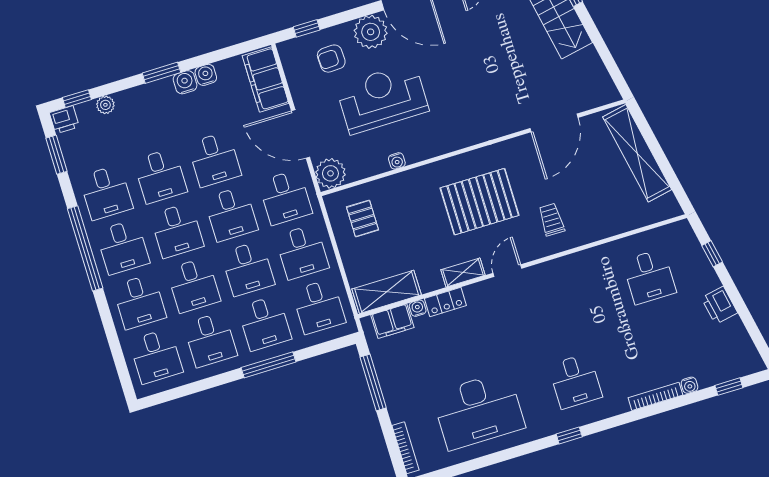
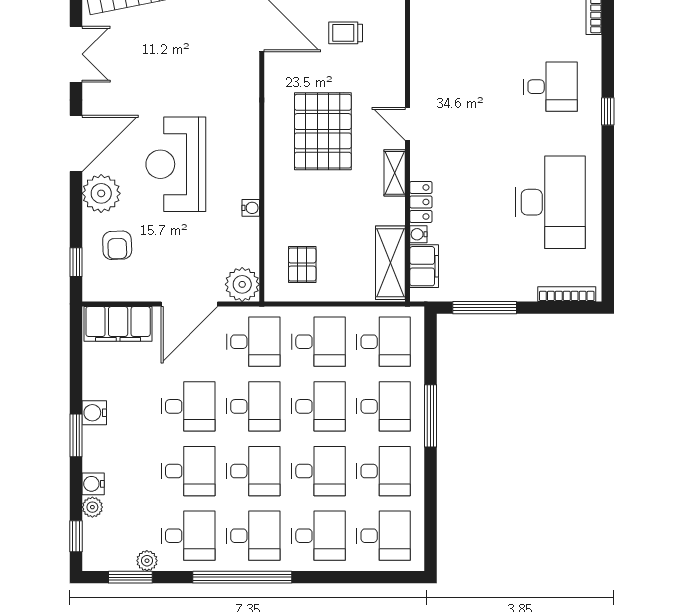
water cooler: (206, 75) -> (93, 484), moved
reception desk: (382, 98) -> (176, 164), moved
printer: (64, 120) -> (95, 557), removed
plant: (75, 164) -> (147, 561), added
pallet: (362, 218) -> (302, 265), turned 90
trolley: (551, 220) -> (346, 33), moved

